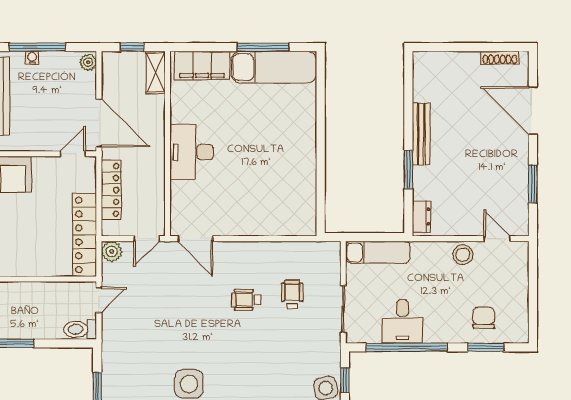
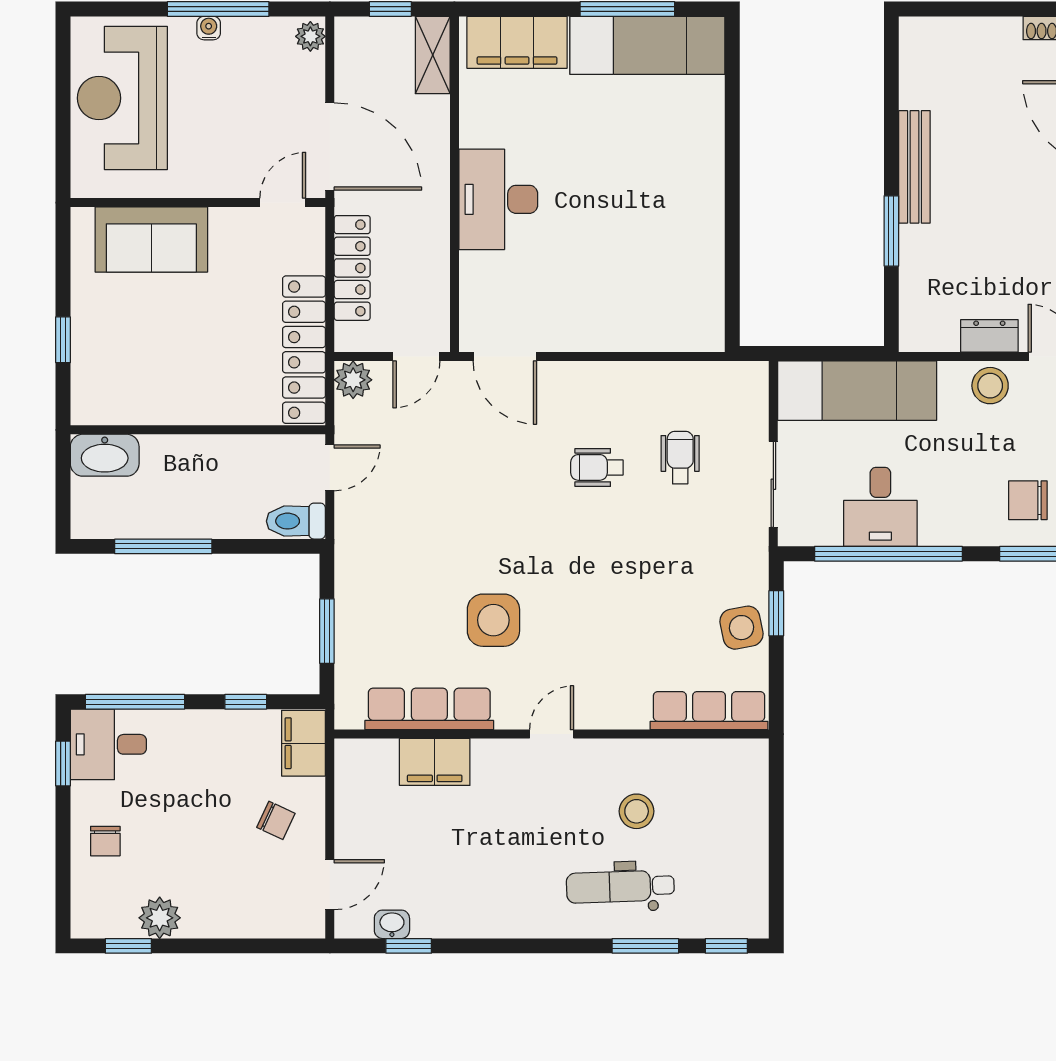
dresser: (421, 217) -> (989, 336), moved, turned -90
exam couch: (378, 252) -> (857, 391), width x1.36, depth x1.45
chair: (484, 318) -> (1028, 500), turned -90

